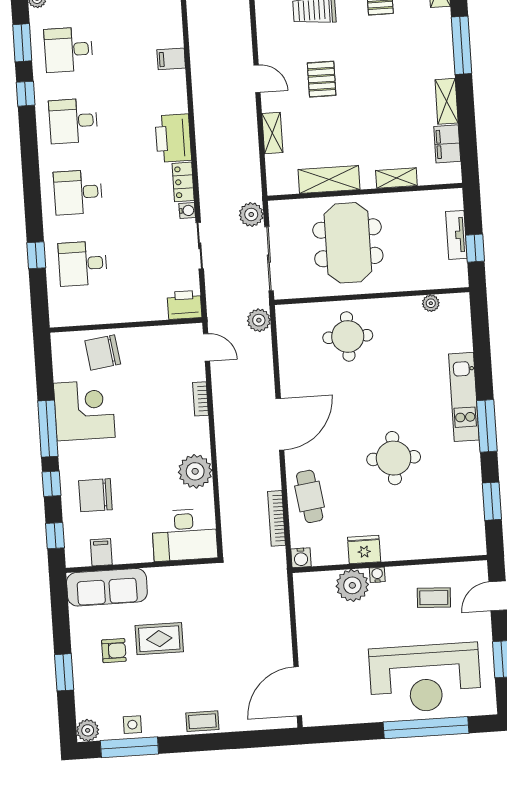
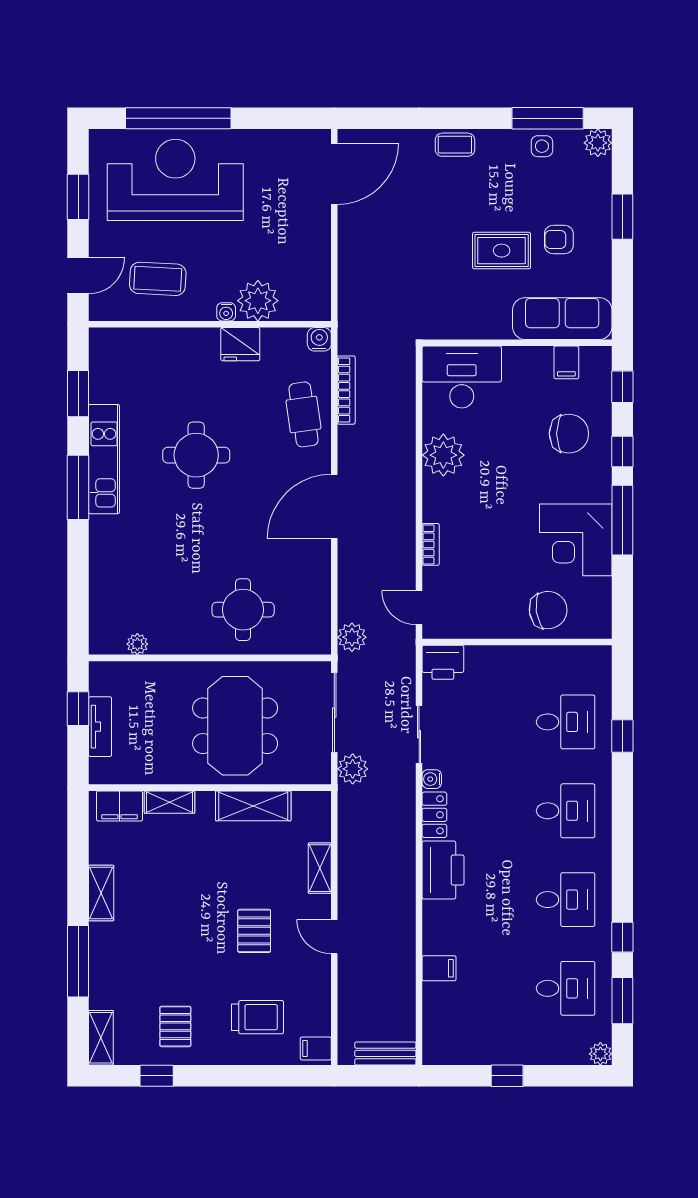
filing cabinet: (447, 144) -> (120, 806), moved, turned 90
kitchen unit: (464, 397) -> (104, 459), moved
coffee table: (434, 598) -> (158, 279), width x1.36, depth x1.30

